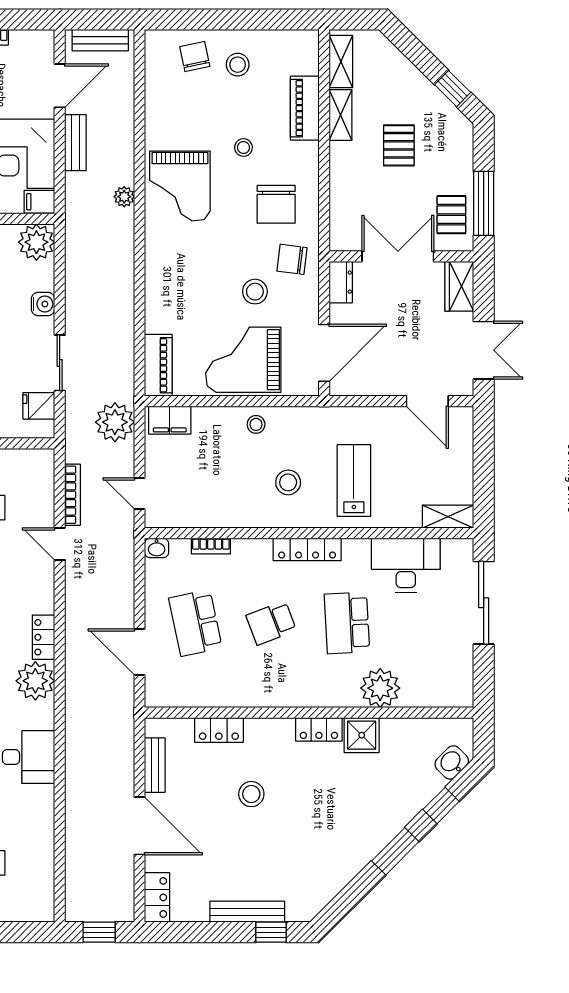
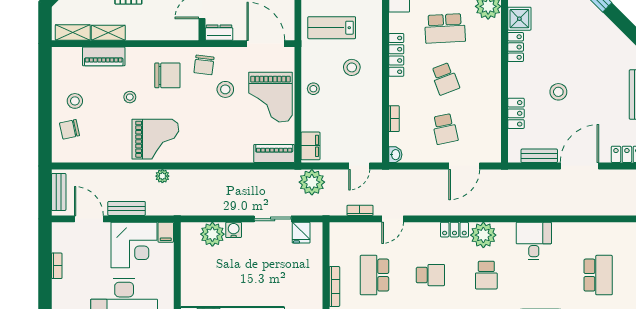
plant: (36, 242) -> (212, 234), moved
lab bench: (354, 480) -> (332, 28), moved
bookcase: (73, 495) -> (360, 210), width x0.64
school desk: (195, 623) -> (445, 129), width x0.54

